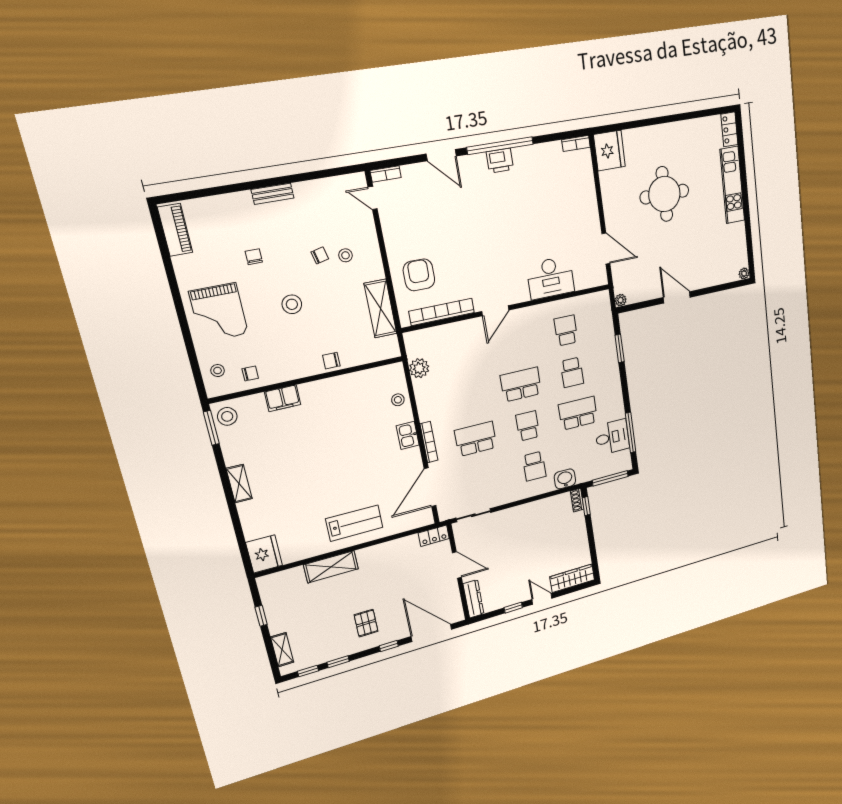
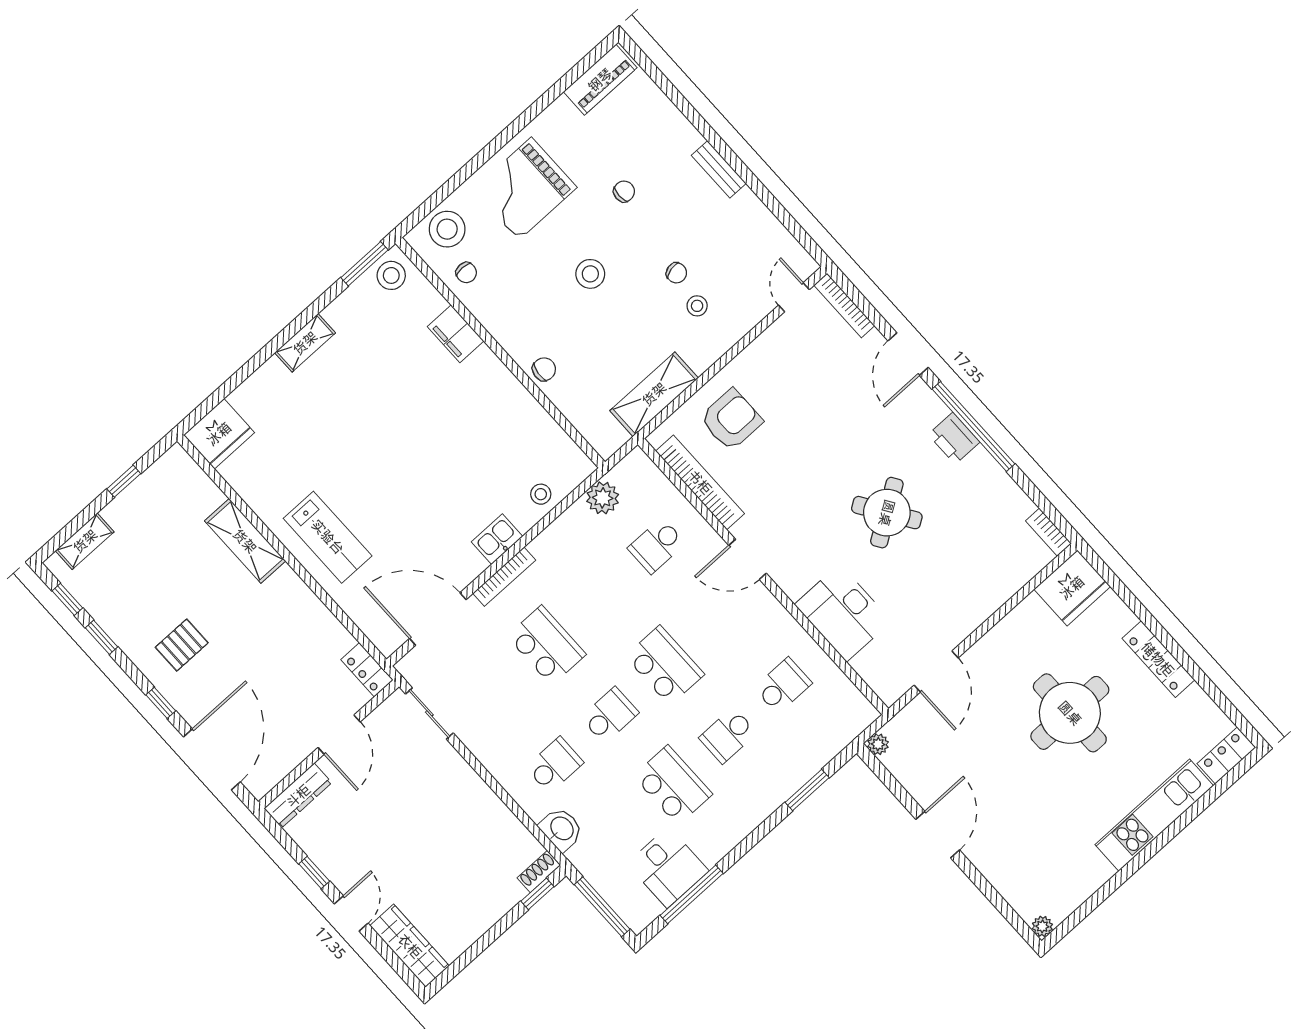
locker: (668, 131) -> (1158, 659), added
bookcase: (386, 174) -> (844, 305), width x1.56
round table: (516, 222) -> (887, 513), added
school desk: (460, 354) -> (657, 546), added
chair: (331, 361) -> (544, 369), turned 97
stool: (218, 371) -> (447, 229), width x1.89, depth x1.89
school desk: (534, 466) -> (555, 765), turned 180

